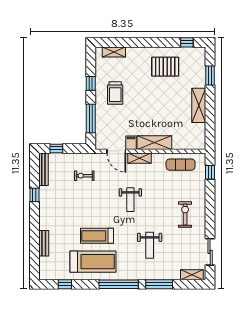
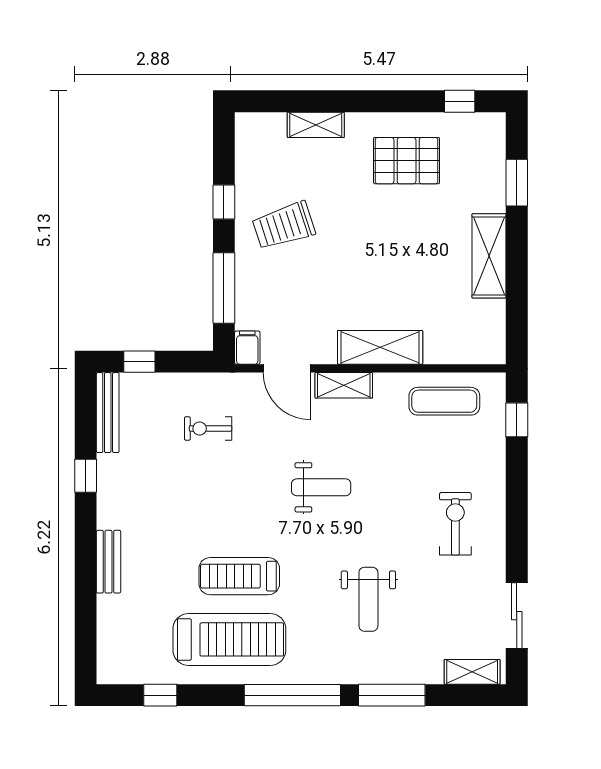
shelving: (114, 52) -> (316, 125), moved
trolley: (115, 93) -> (284, 226), turned 72
filing cabinet: (131, 143) -> (247, 348), moved
weight bench: (130, 200) -> (321, 487), turned -90
bench: (44, 243) -> (108, 562), moved

